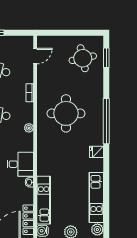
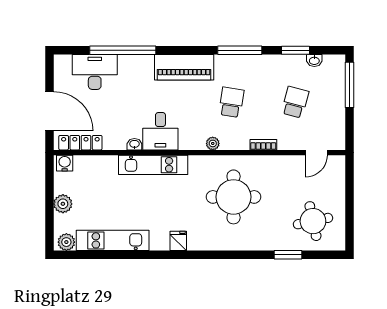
door: (35, 56) -> (316, 153), hinge flipped
window: (106, 58) -> (288, 255), moved
window: (106, 121) -> (222, 255), removed
kitchen unit: (44, 200) -> (153, 165), moved

